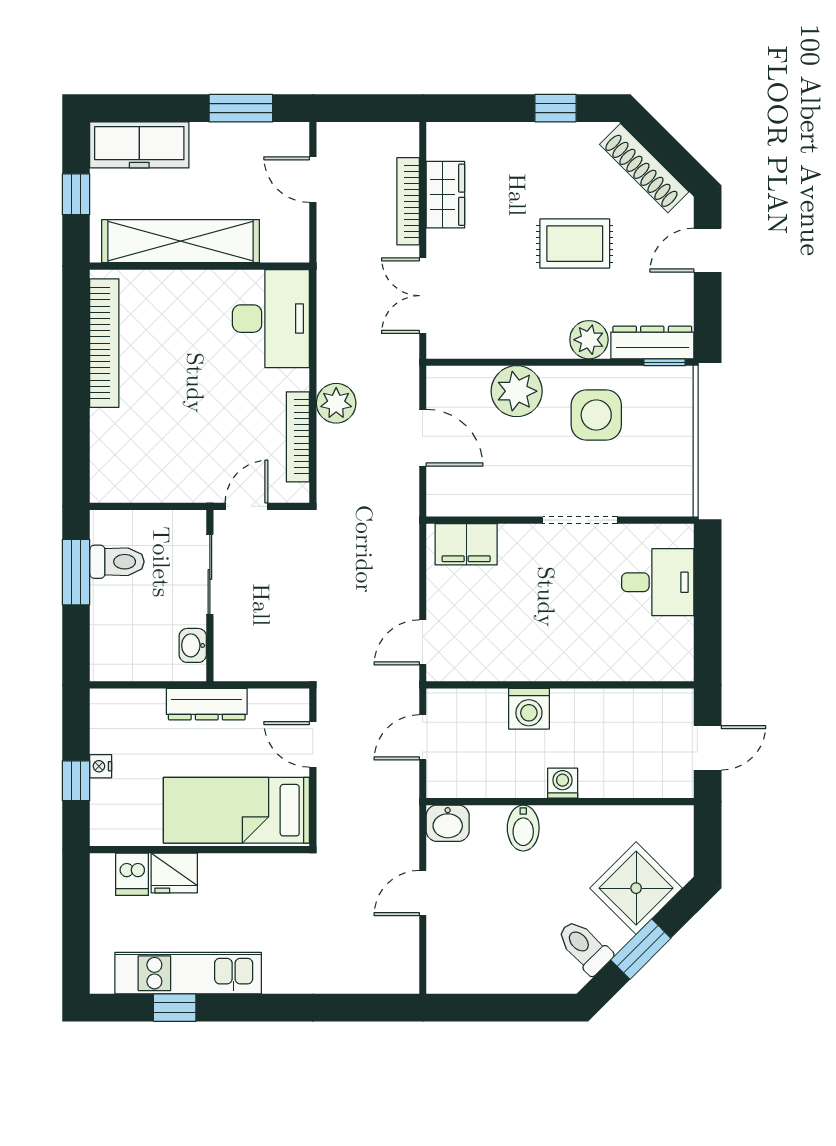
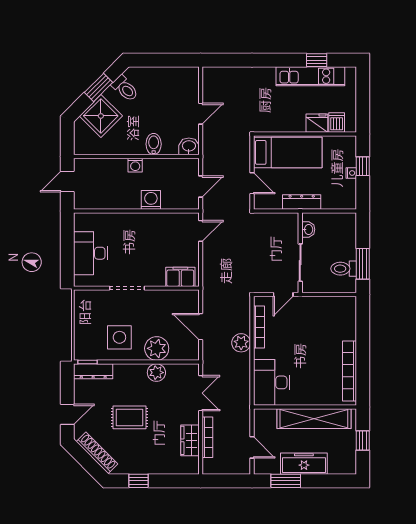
freezer: (139, 145) -> (304, 464), moved
plant: (589, 340) -> (156, 373), moved
desk: (658, 582) -> (91, 253), width x1.37

